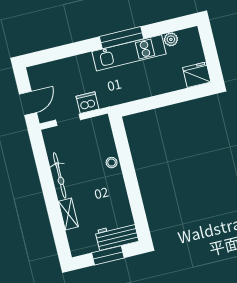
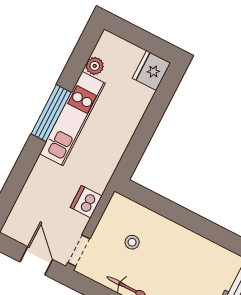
doorway: (68, 120) -> (79, 251), moved
stool: (112, 163) -> (132, 242), moved

